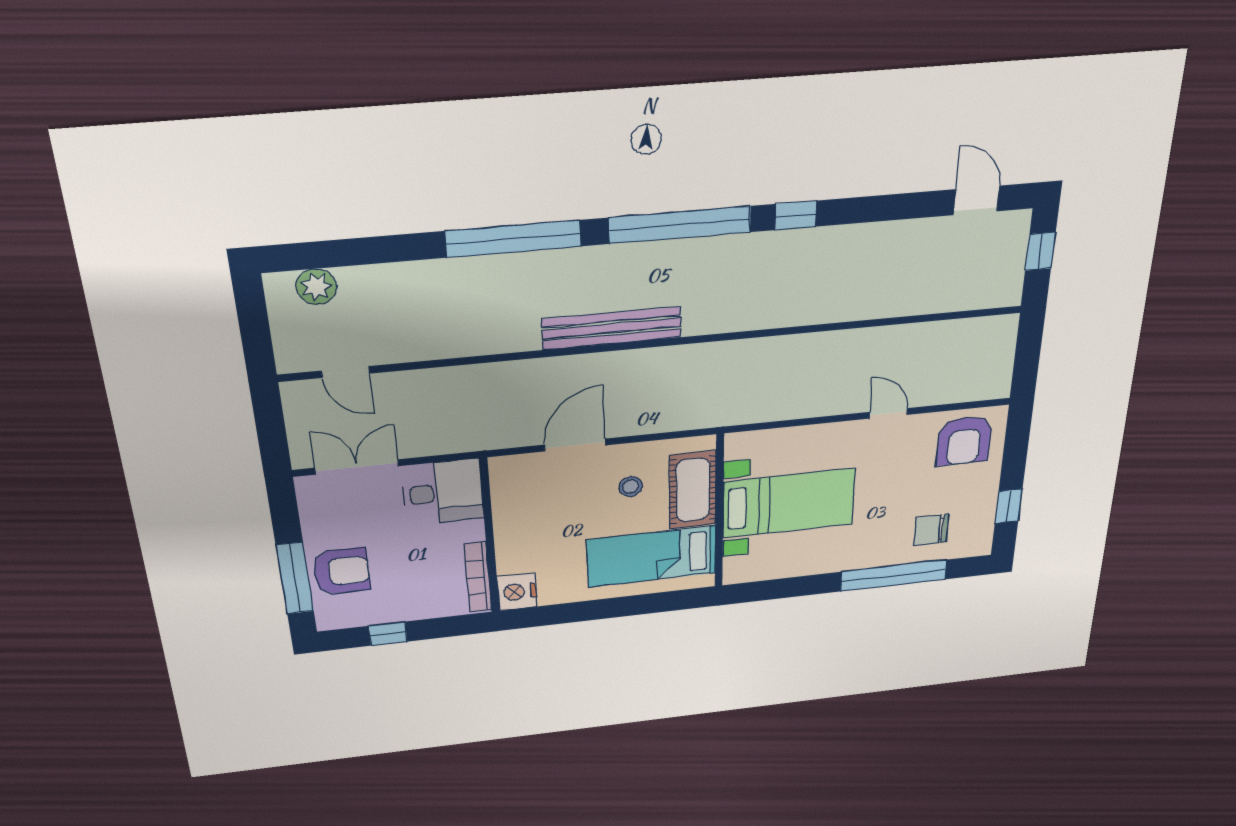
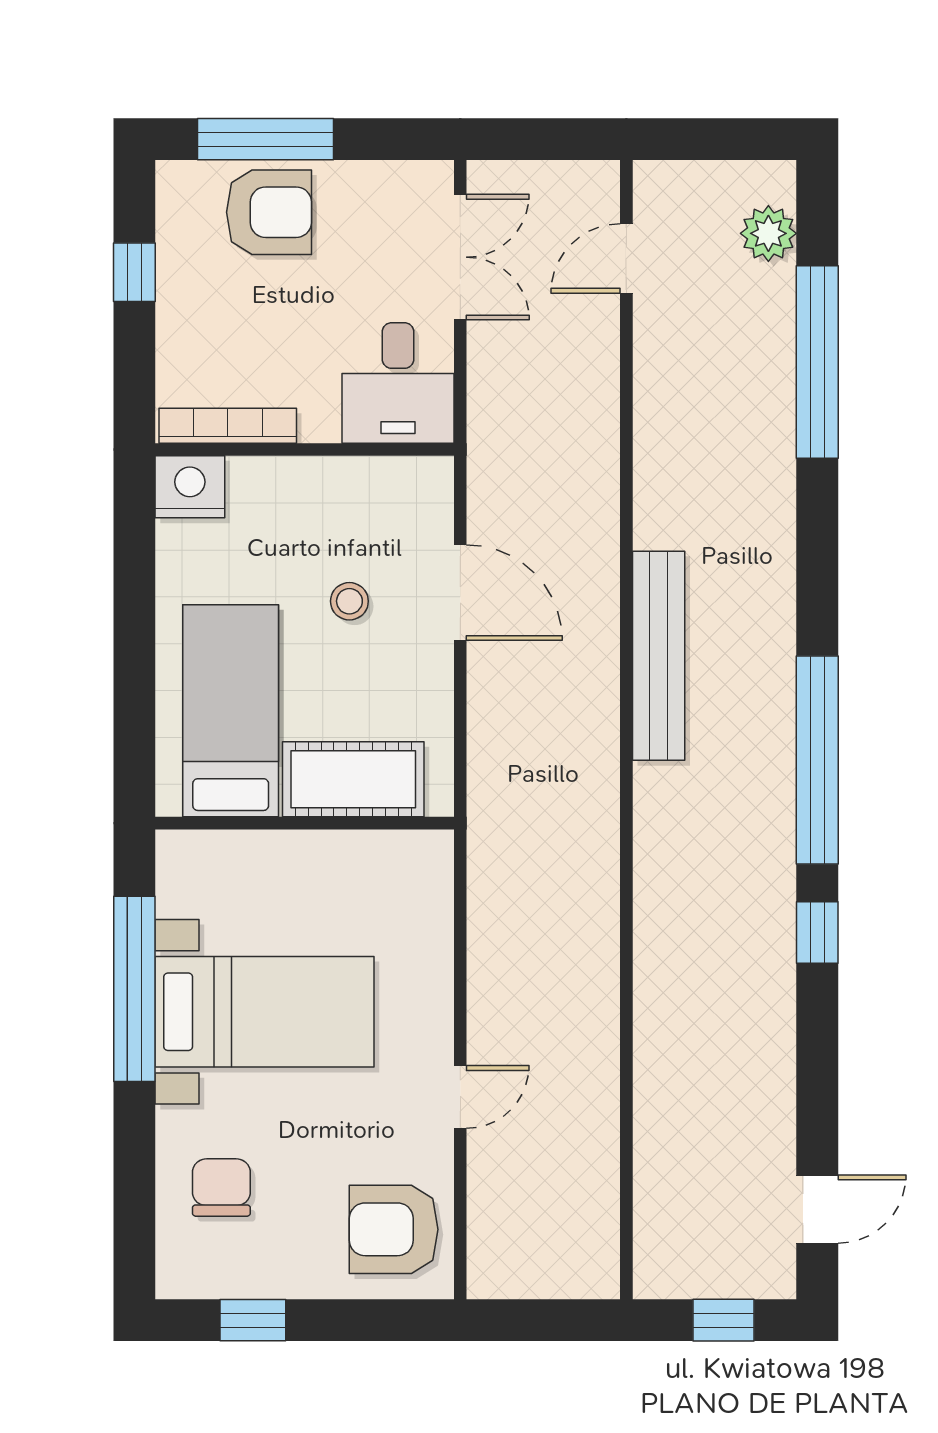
window: (513, 239) -> (817, 362), moved
stool: (631, 486) -> (349, 601), moved
bed with nightstands: (789, 503) -> (265, 1012), moved, turned -90
armchair: (341, 571) -> (269, 212), turned -90
window: (894, 576) -> (134, 989), moved

